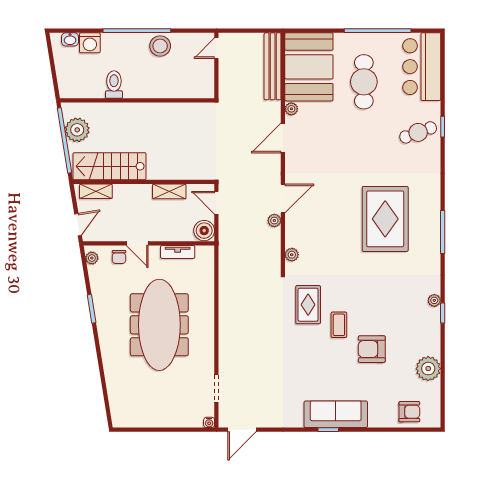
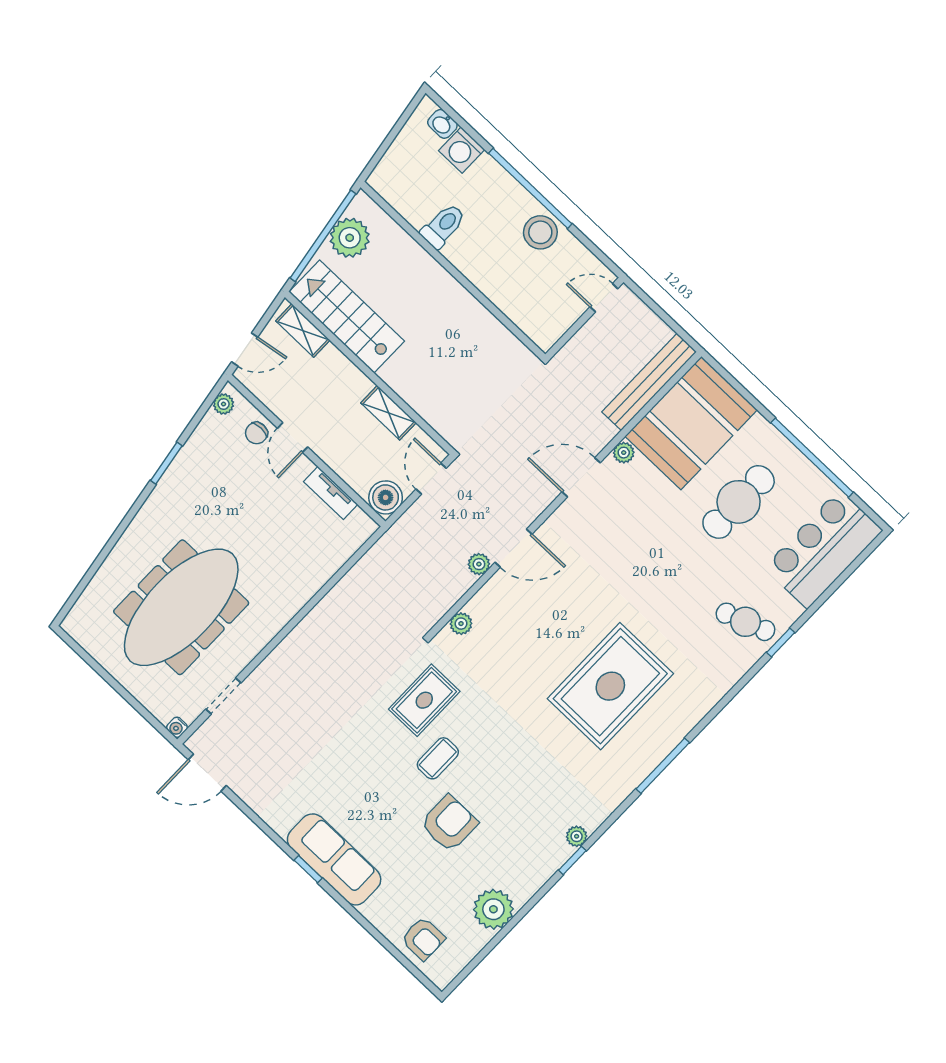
meeting table: (159, 325) -> (181, 607), moved
armchair: (372, 349) -> (449, 823), turned 90

